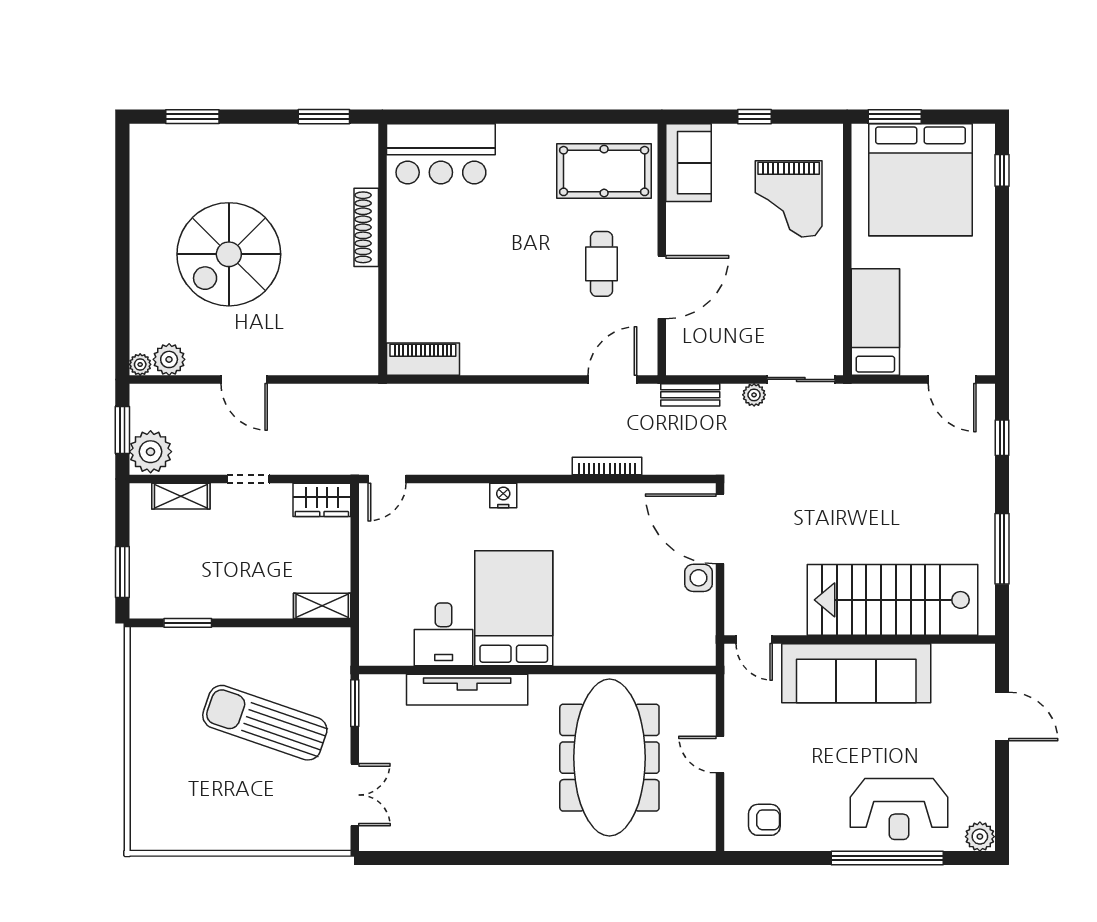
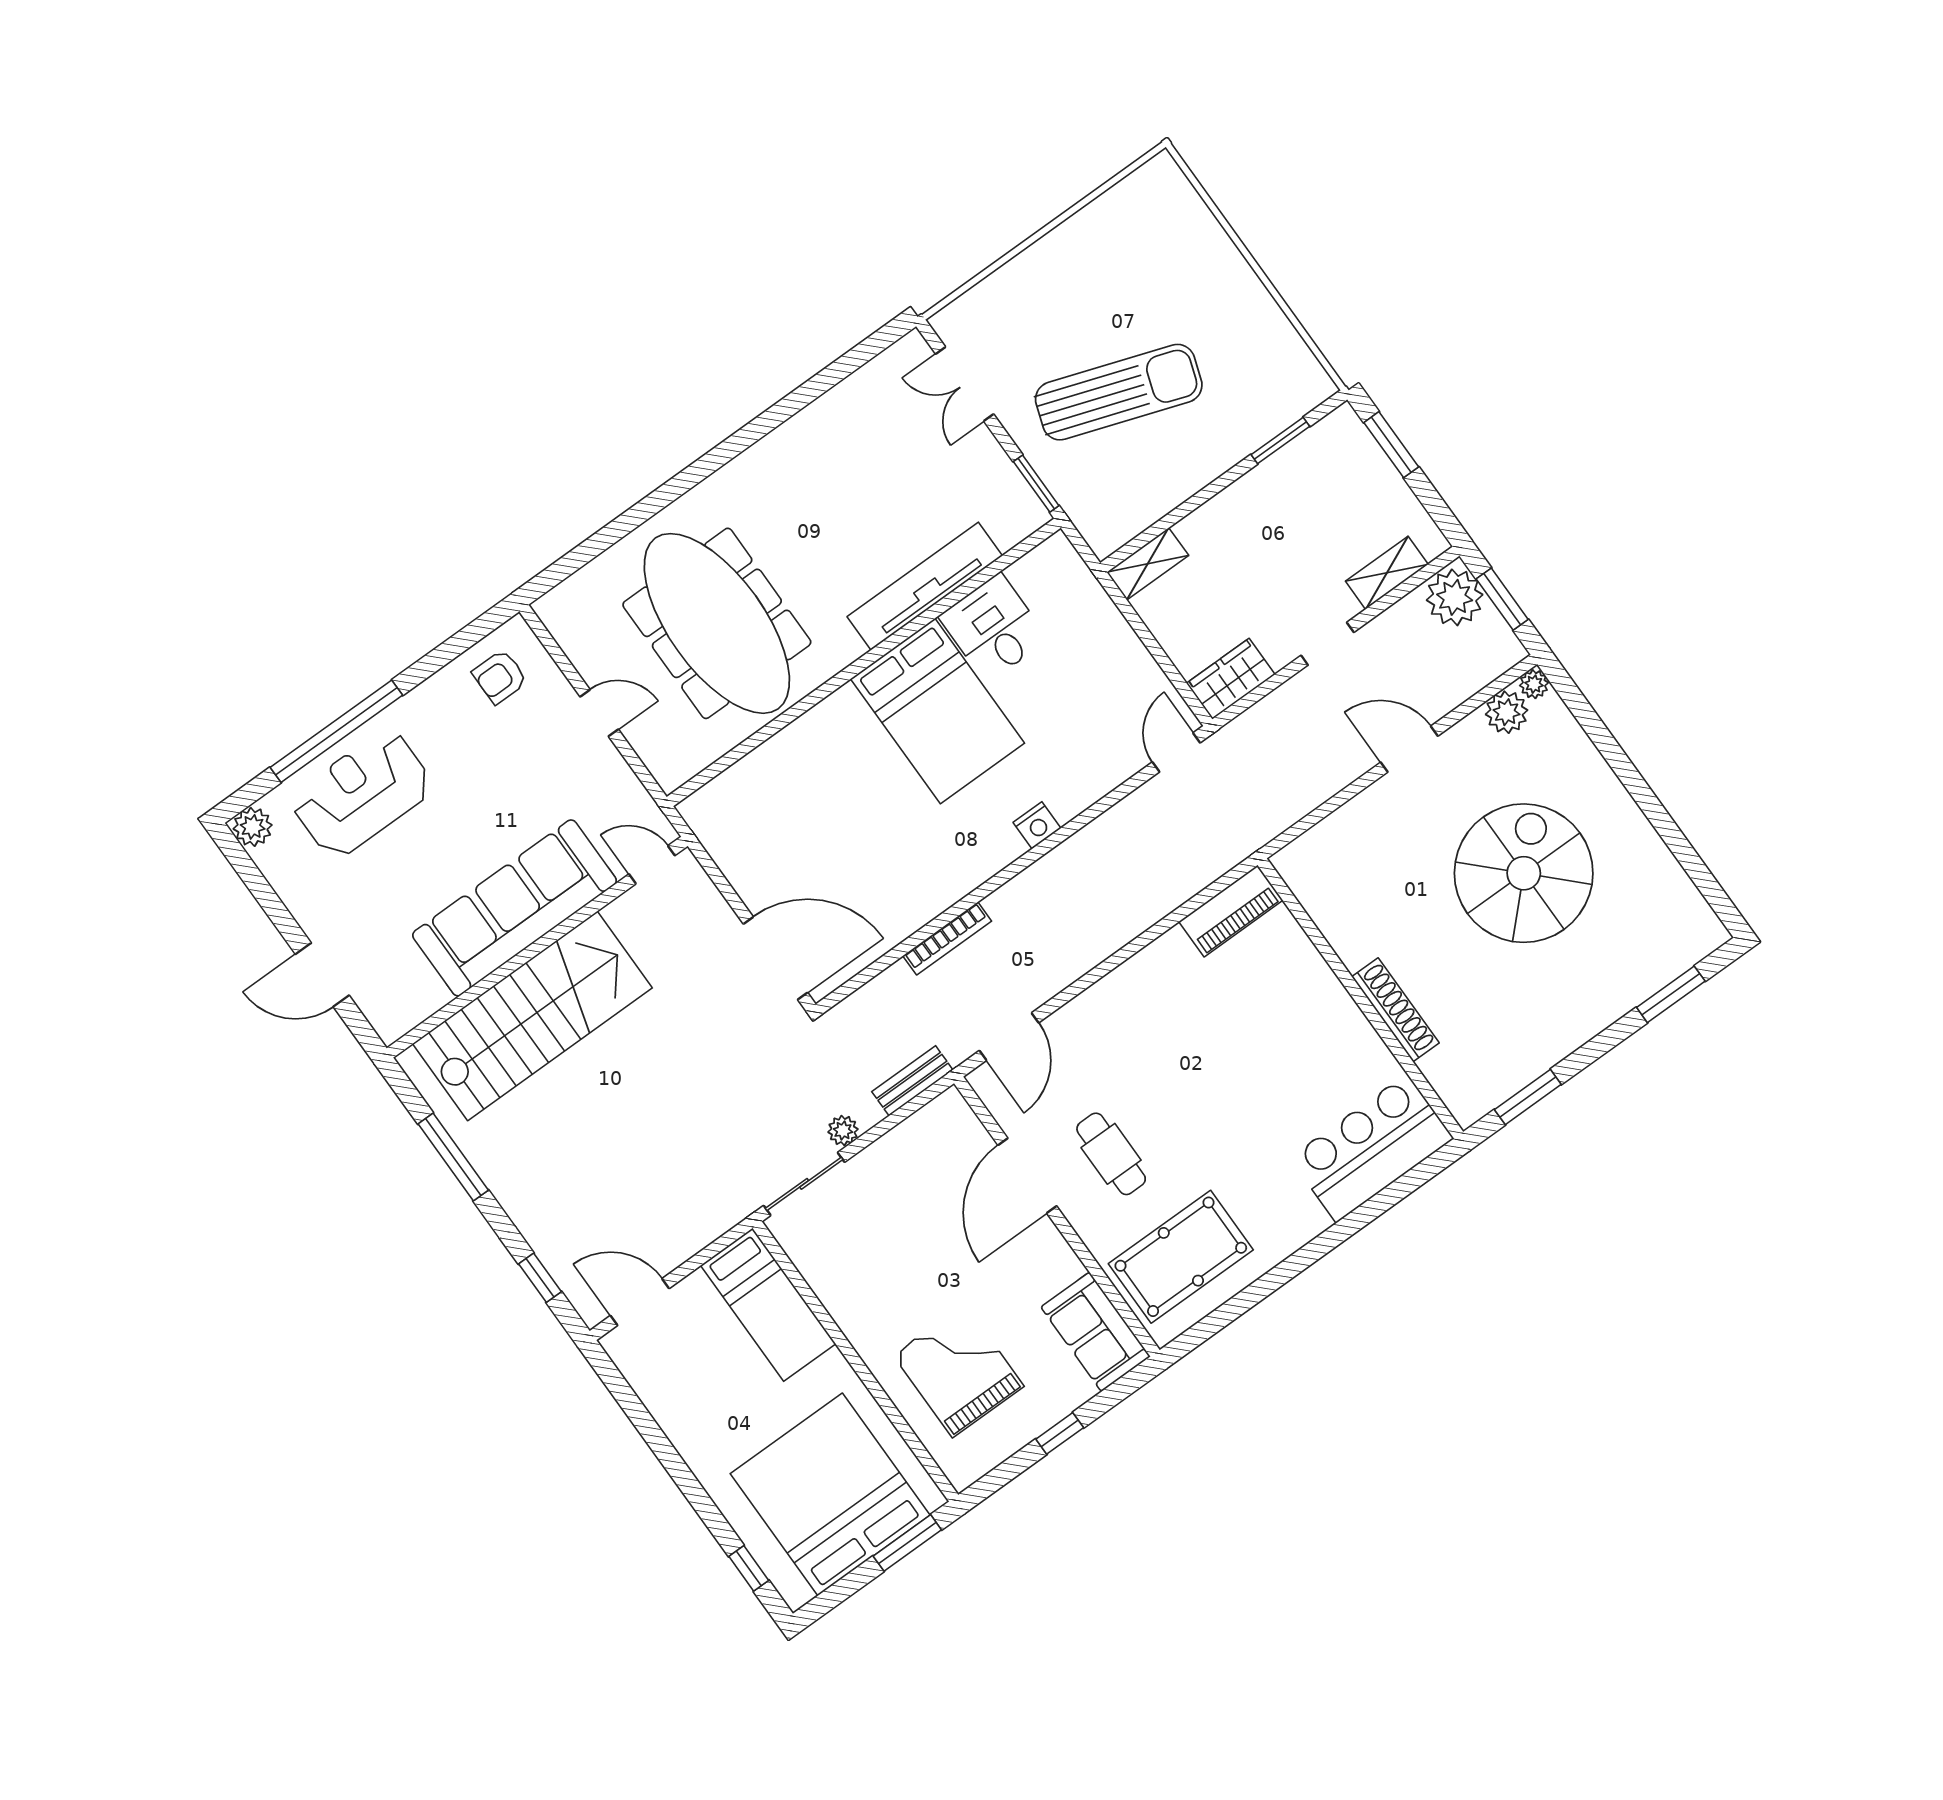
side table: (698, 578) -> (760, 888), removed

